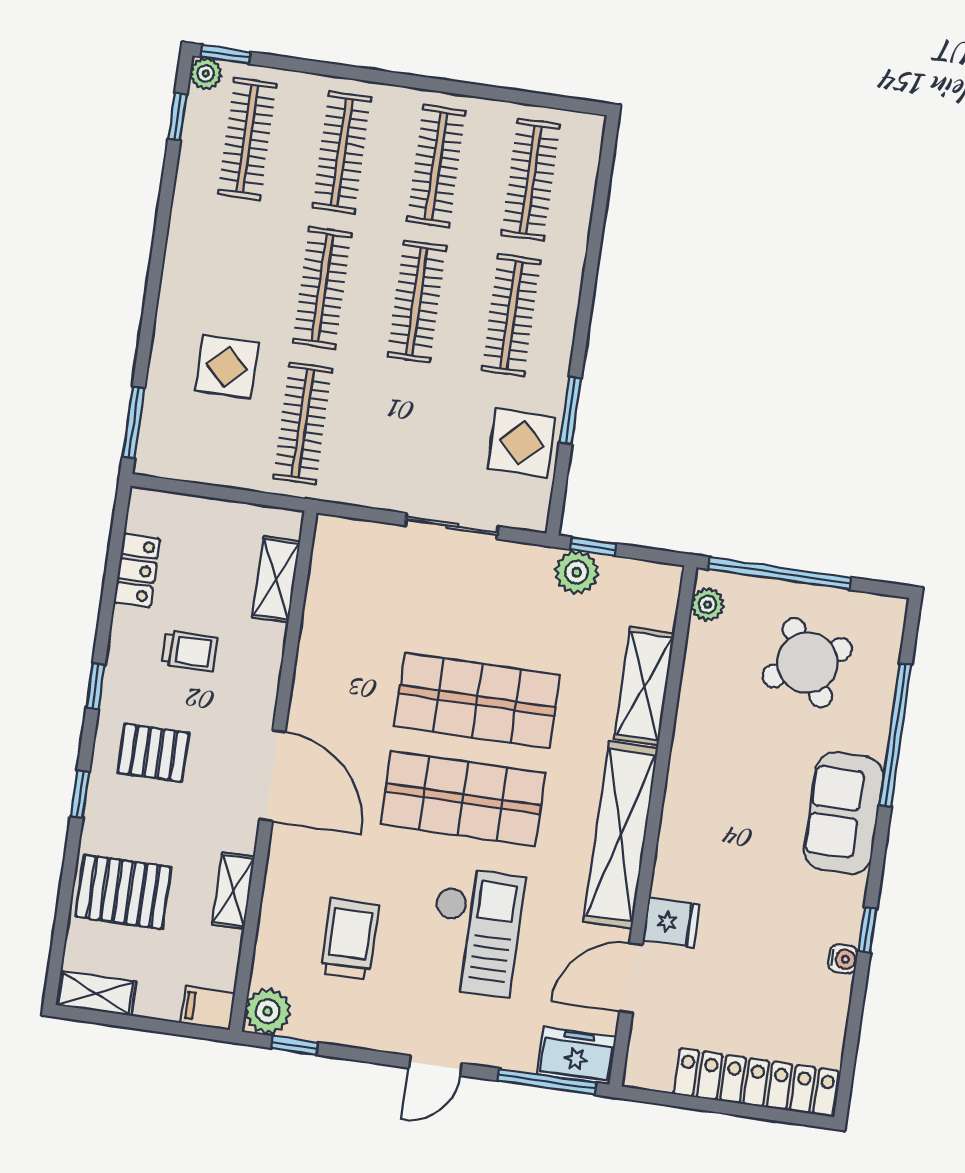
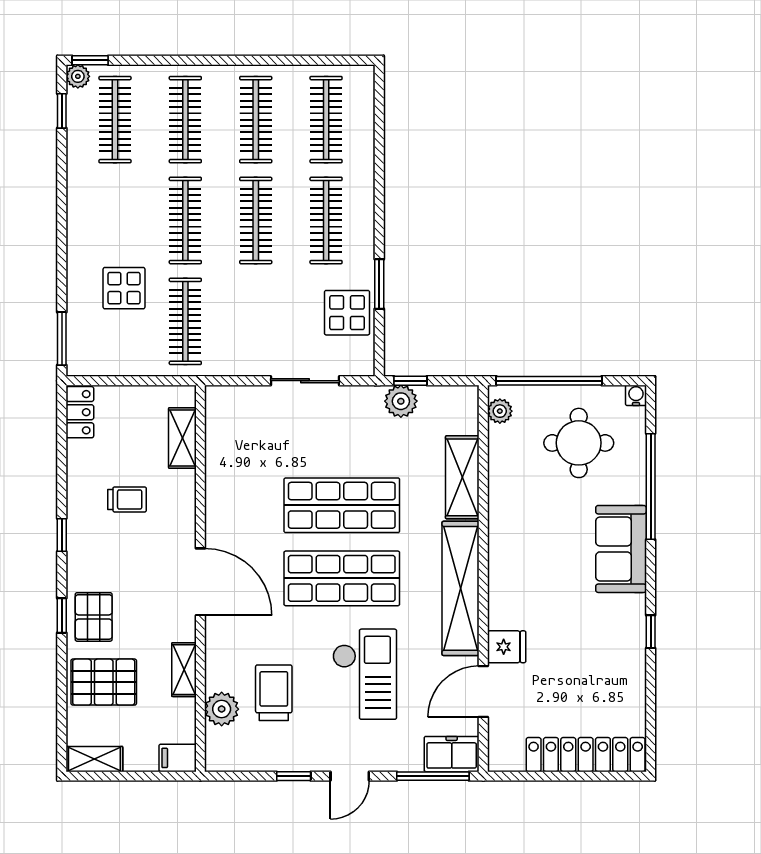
locker: (137, 570) -> (80, 412), moved
round table: (807, 663) -> (579, 443), turned 30
pallet: (153, 753) -> (94, 617), moved, turned 90
water cooler: (843, 959) -> (636, 395), moved, turned -90
plant: (268, 1011) -> (222, 709), moved
window: (295, 1045) -> (294, 776), moved

